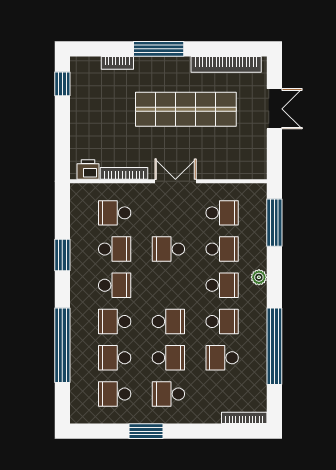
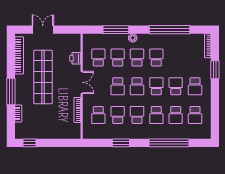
printer: (88, 169) -> (75, 58), moved
double door: (175, 181) -> (82, 82), swing flipped
window: (274, 223) -> (116, 30), moved
school desk: (222, 358) -> (137, 86), moved
window: (146, 431) -> (215, 70), moved

